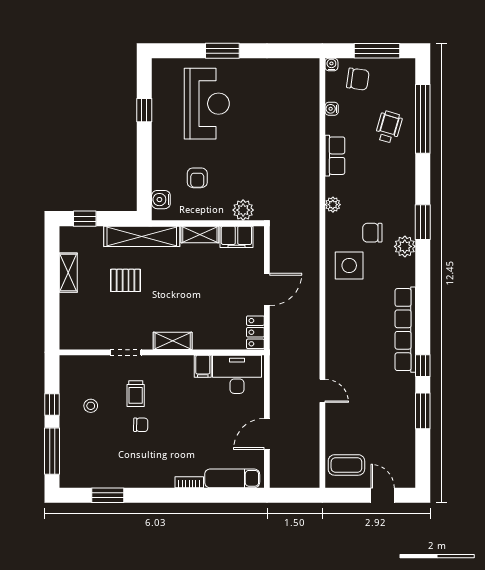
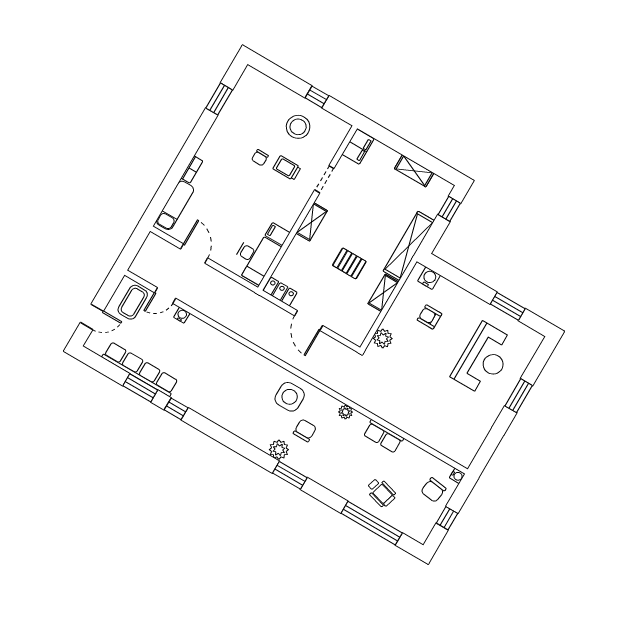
window: (377, 51) -> (447, 518), width x0.46
reception desk: (207, 104) -> (484, 359), turned -90
water cooler: (332, 109) -> (182, 315), moved
window: (144, 110) -> (508, 306), width x1.50
filing cabinet: (236, 237) -> (358, 147), moved, turned 180
pallet: (126, 280) -> (349, 263), moved, turned 90
row of seats: (405, 330) -> (140, 369), moved
door: (322, 391) -> (165, 295), moved
stool: (91, 406) -> (298, 127), width x1.89, depth x1.89
window: (52, 451) -> (280, 75), removed

